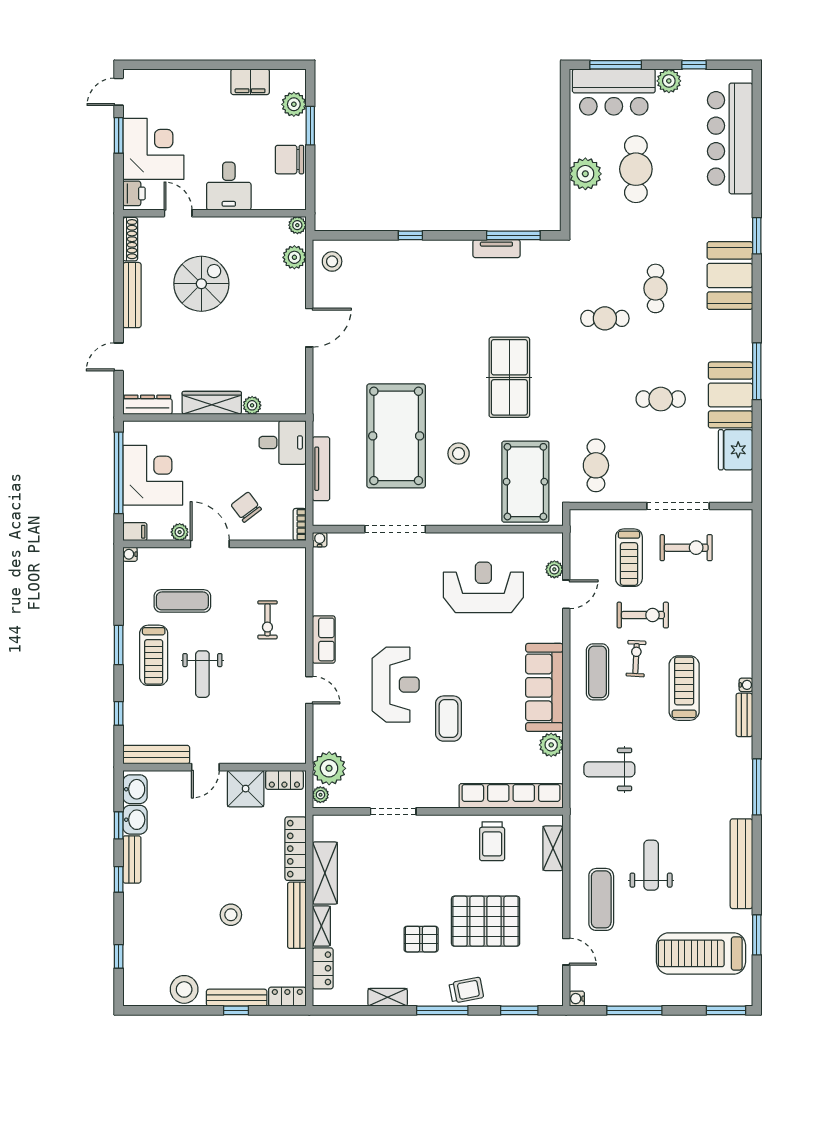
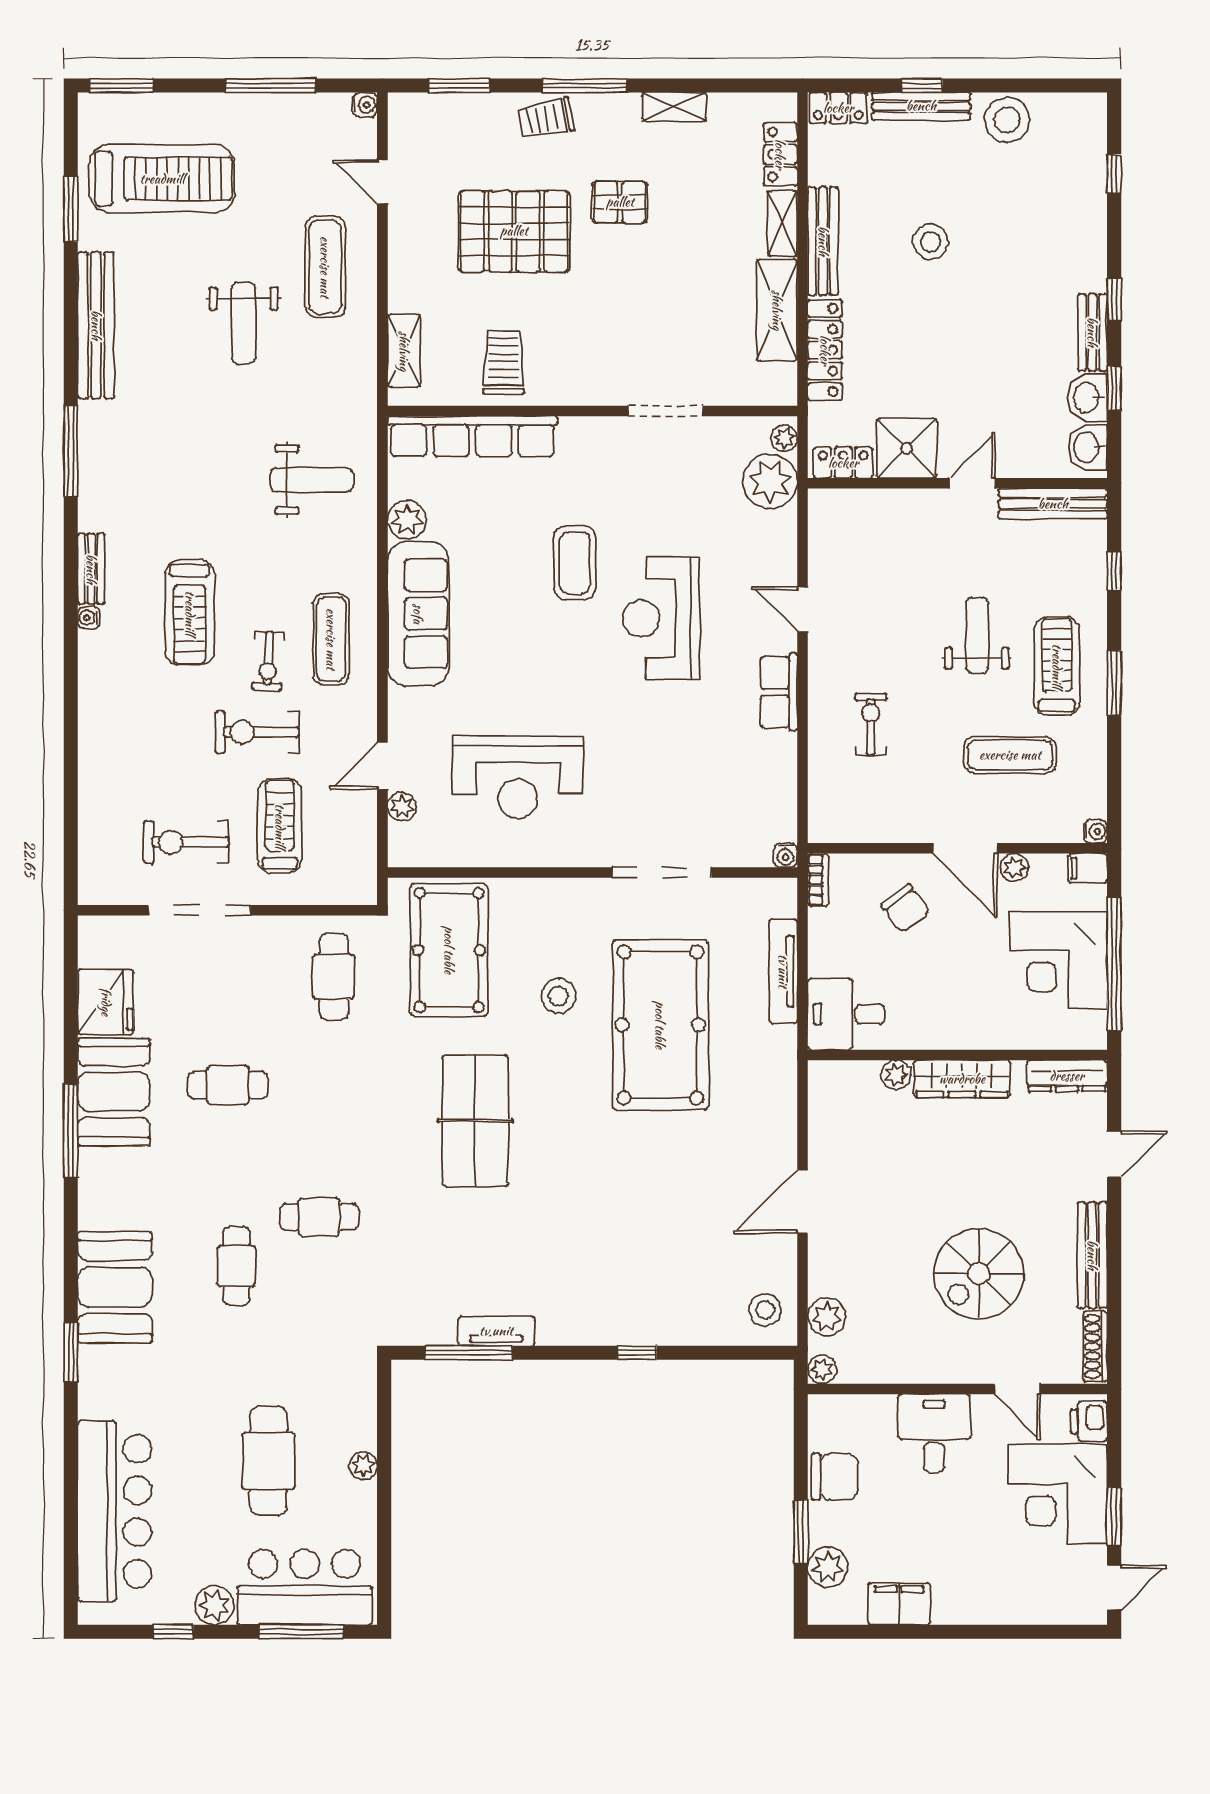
plant: (585, 174) -> (363, 1466), width x0.53, depth x0.53

